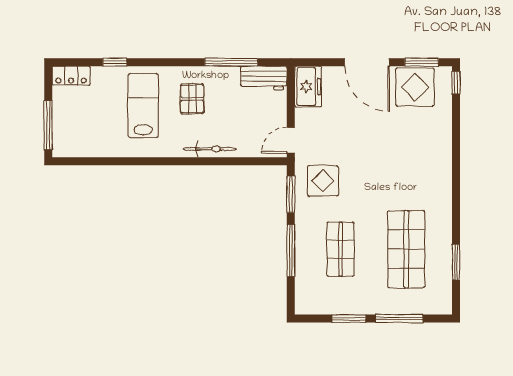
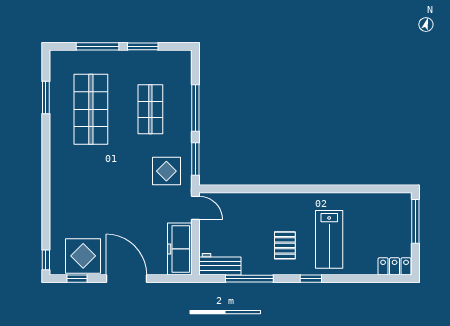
window: (115, 62) -> (311, 279), moved
window: (422, 62) -> (77, 279), width x0.67
freezer: (308, 87) -> (180, 249), width x1.40
door: (291, 140) -> (195, 208), hinge flipped
bicycle: (210, 149) -> (269, 200), removed

